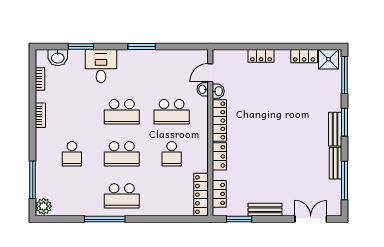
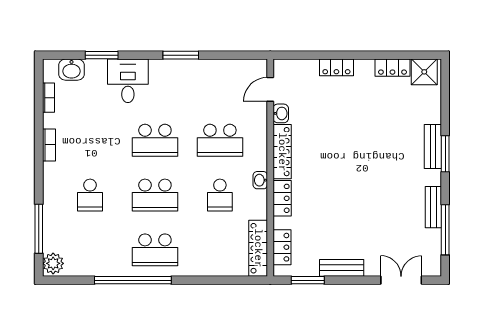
window: (344, 75) -> (445, 92), removed
washbasin: (203, 89) -> (260, 180), moved
bench: (335, 129) -> (433, 147), moved
window: (105, 219) -> (133, 280), width x1.46

